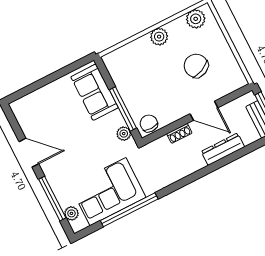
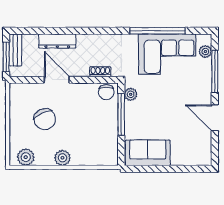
sofa: (95, 92) -> (148, 153), moved, turned -90
shoe rack: (179, 133) -> (100, 72), moved

